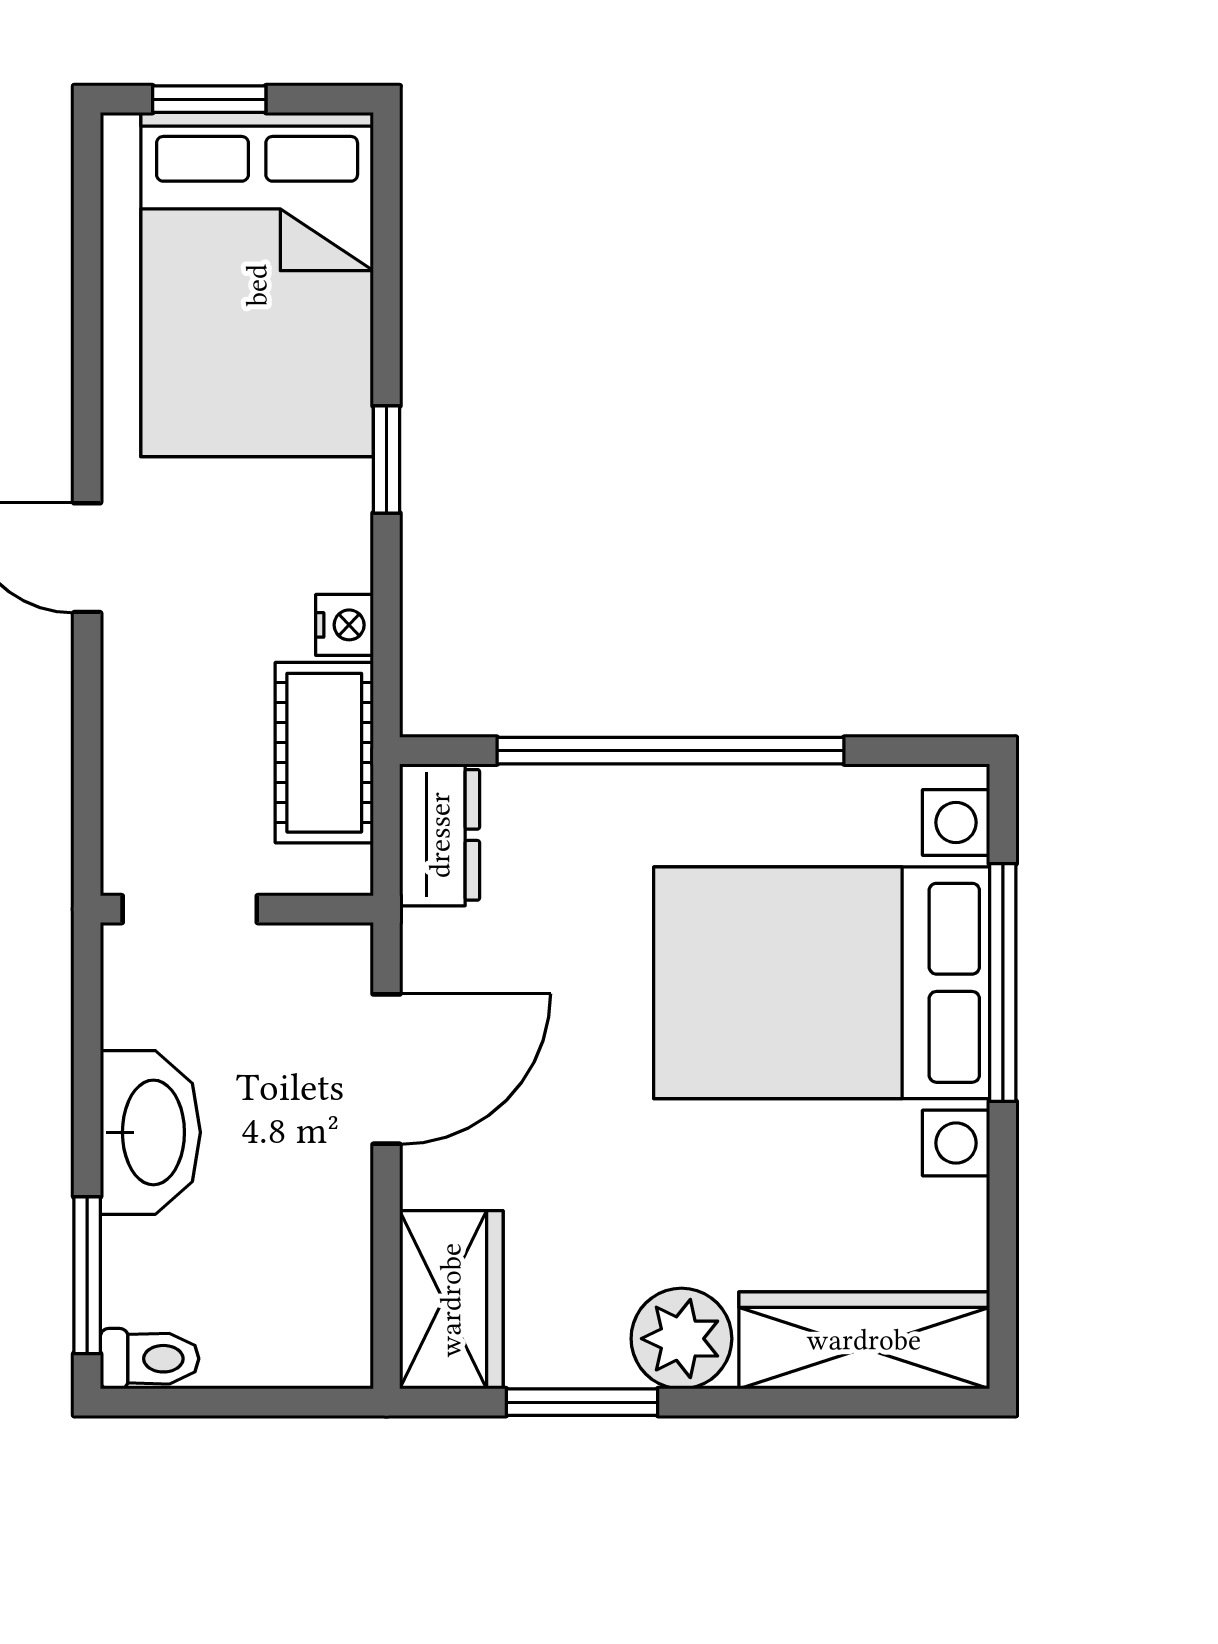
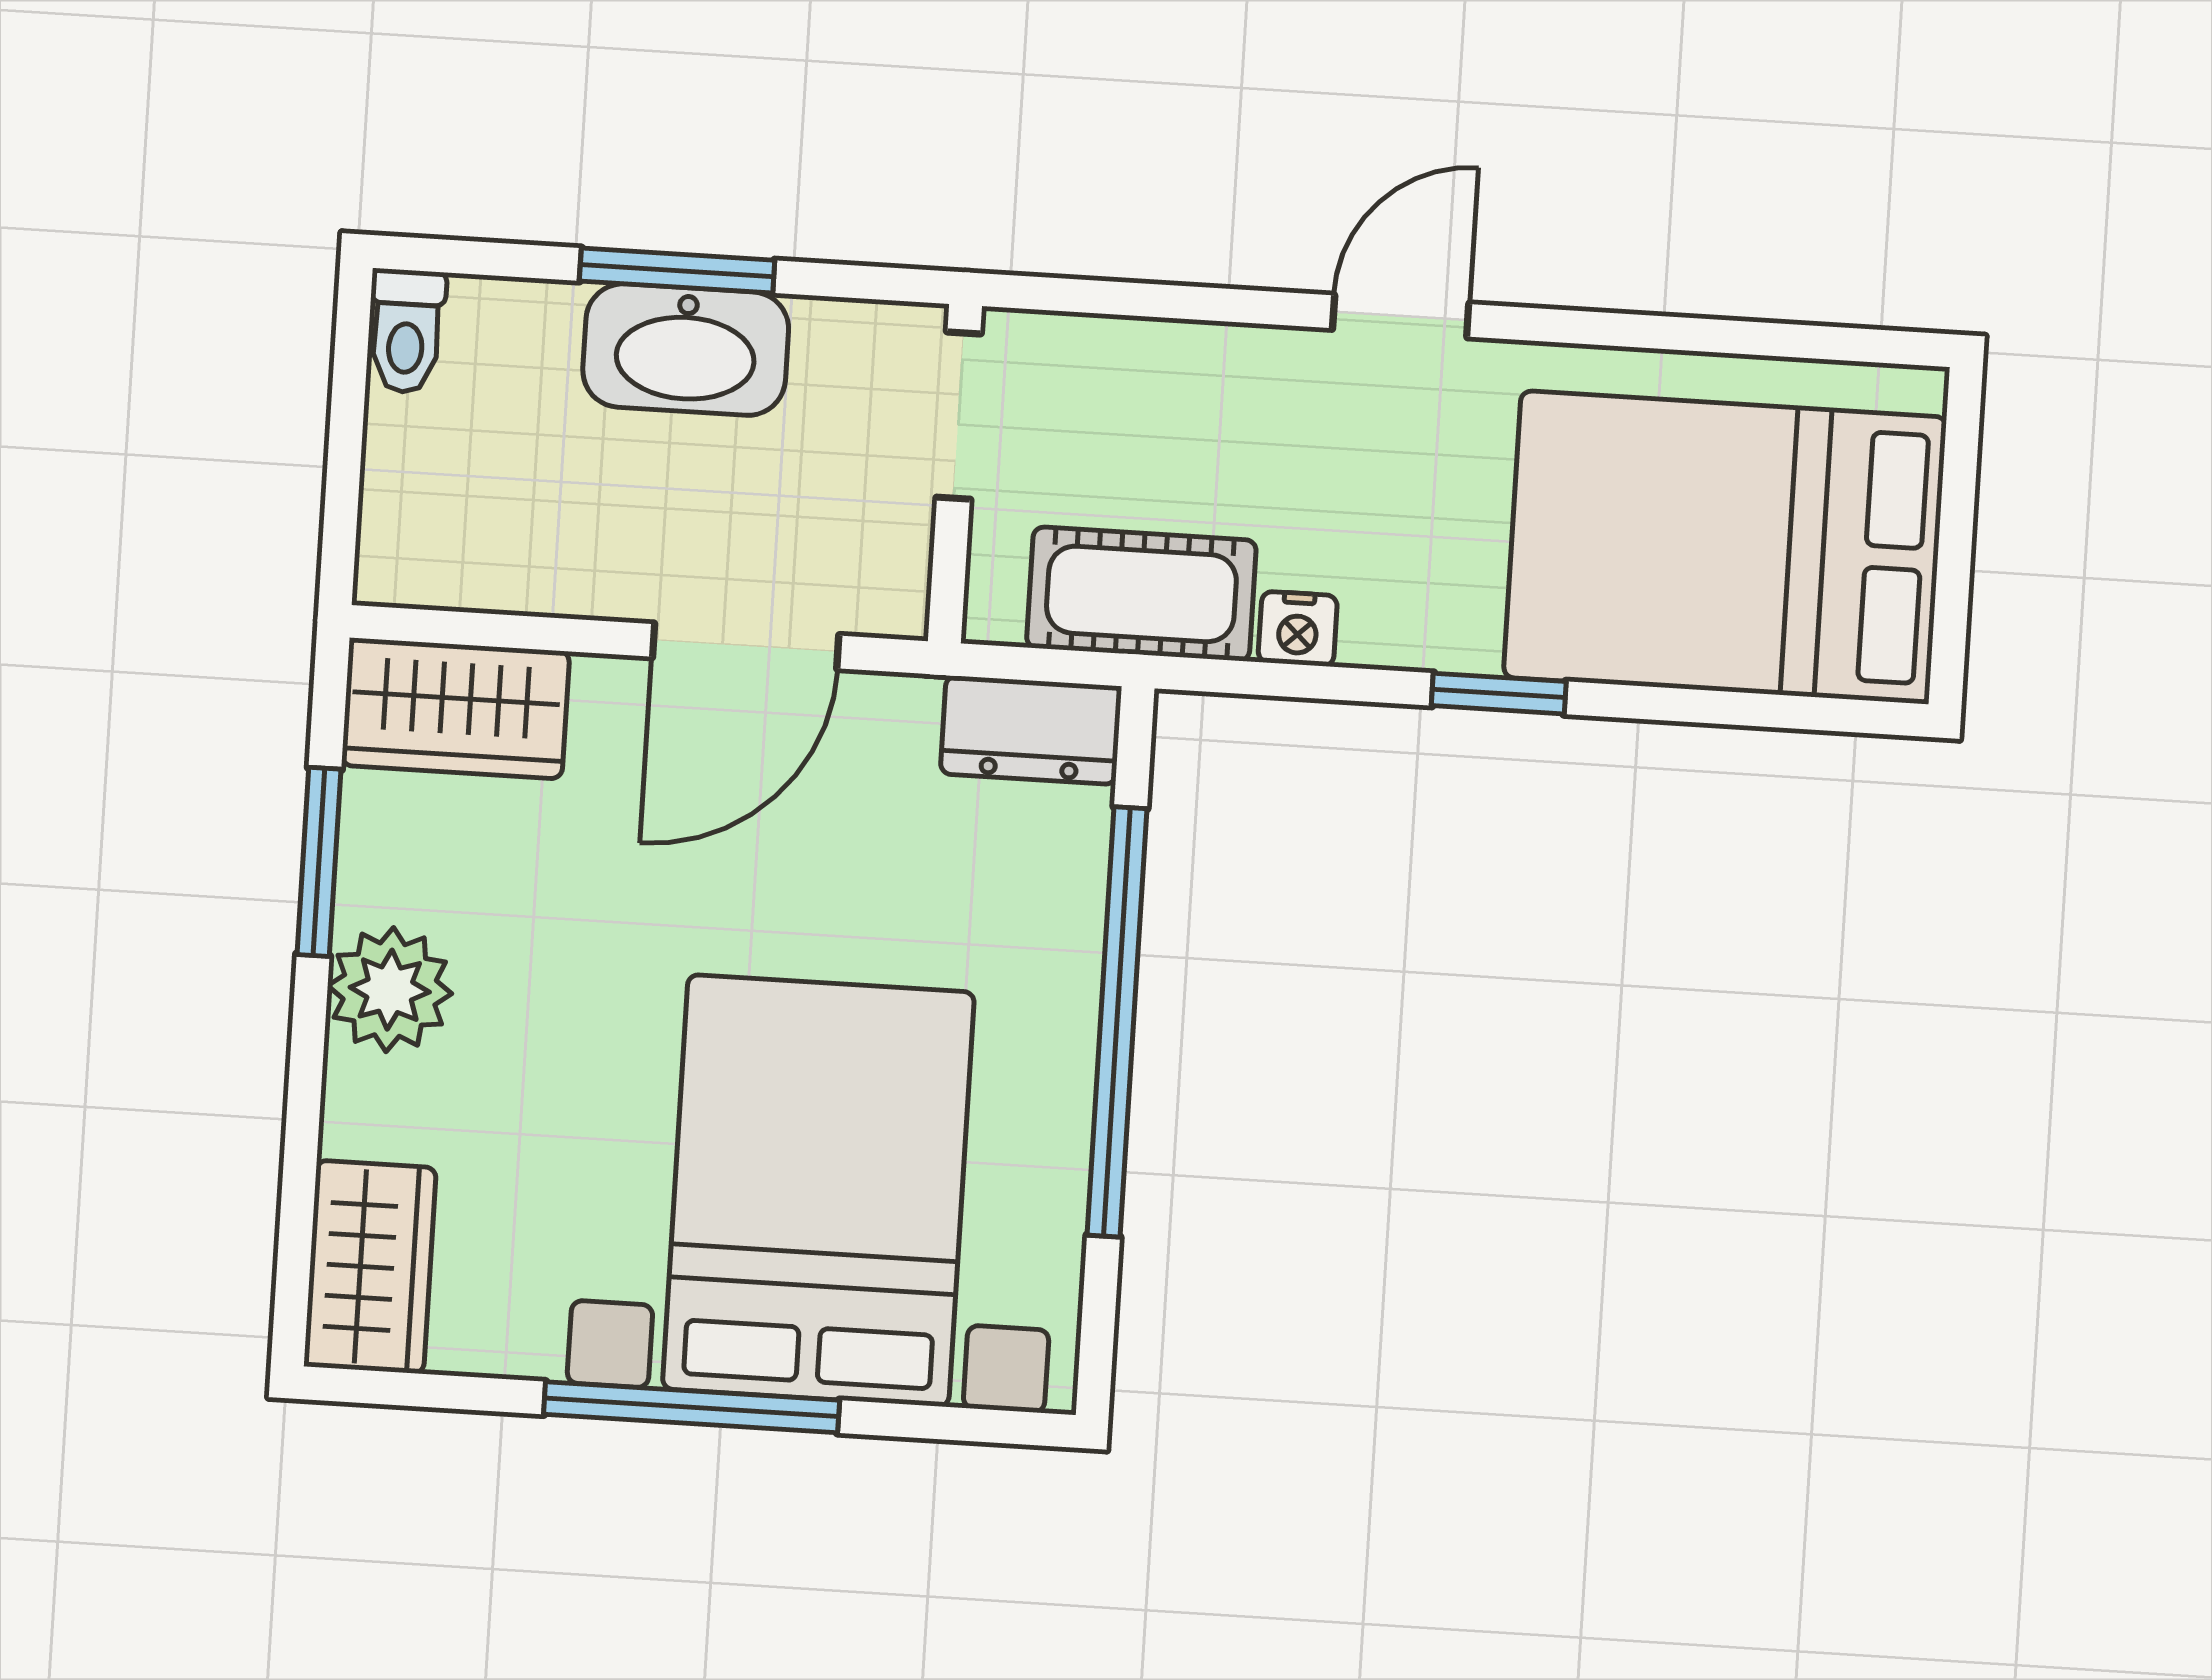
window: (209, 99) -> (1958, 503), removed
window: (1003, 983) -> (692, 1407), moved
door: (386, 1069) -> (746, 646), hinge flipped
window: (87, 1275) -> (677, 271), moved
wardrobe: (864, 1340) -> (370, 1267), width x0.67

